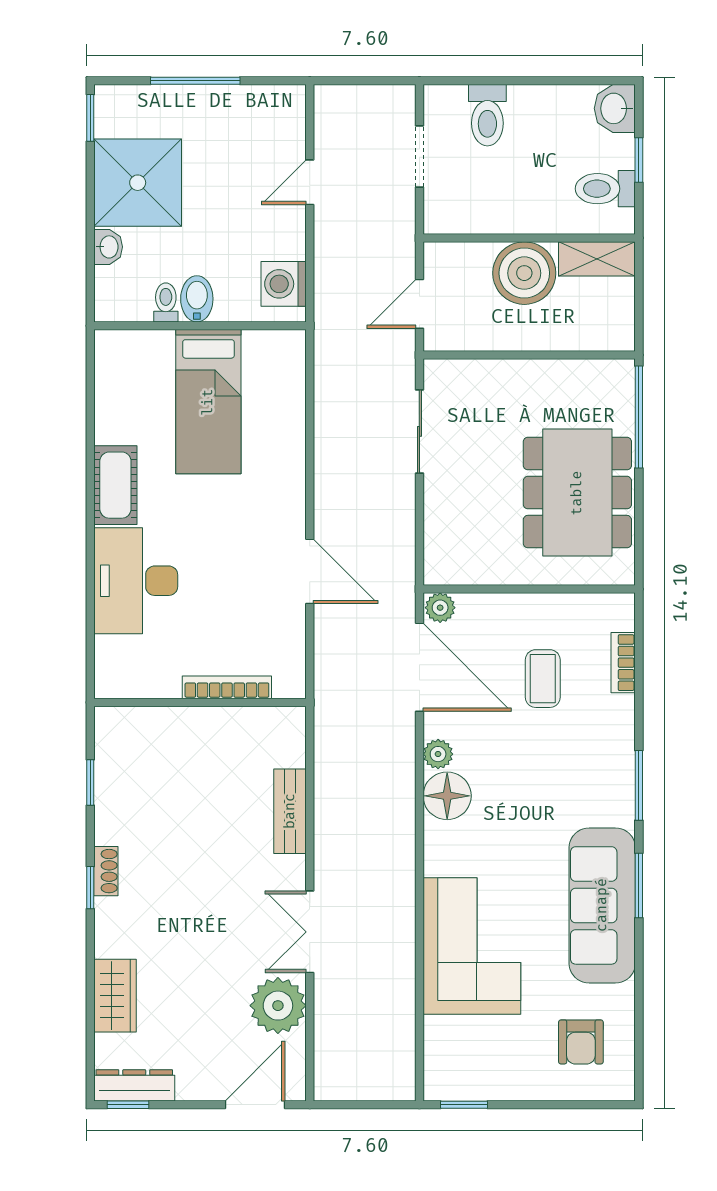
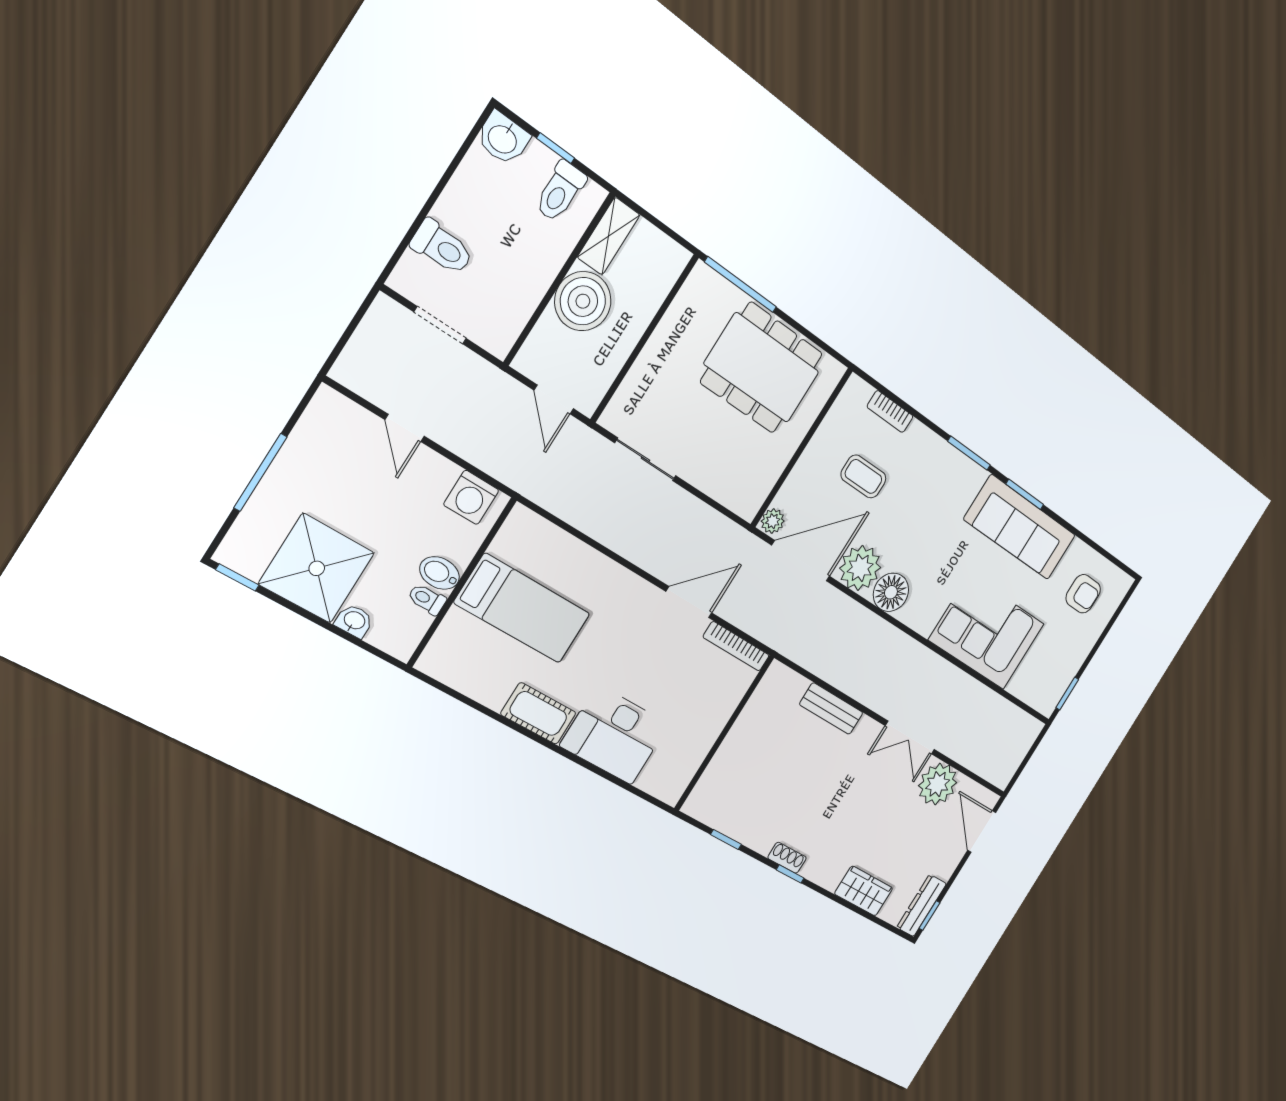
bookcase: (227, 687) -> (736, 646), moved, turned -90
plant: (438, 754) -> (860, 568), width x1.88, depth x1.88

